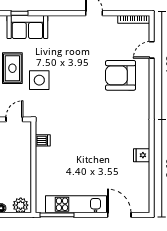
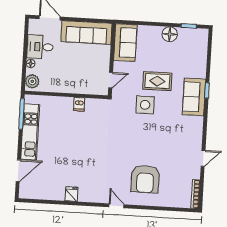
door: (152, 50) -> (117, 206), moved
armchair: (121, 75) -> (145, 179), turned 180
door: (14, 119) -> (111, 80), hinge flipped
dishwasher: (43, 140) -> (79, 104), moved

